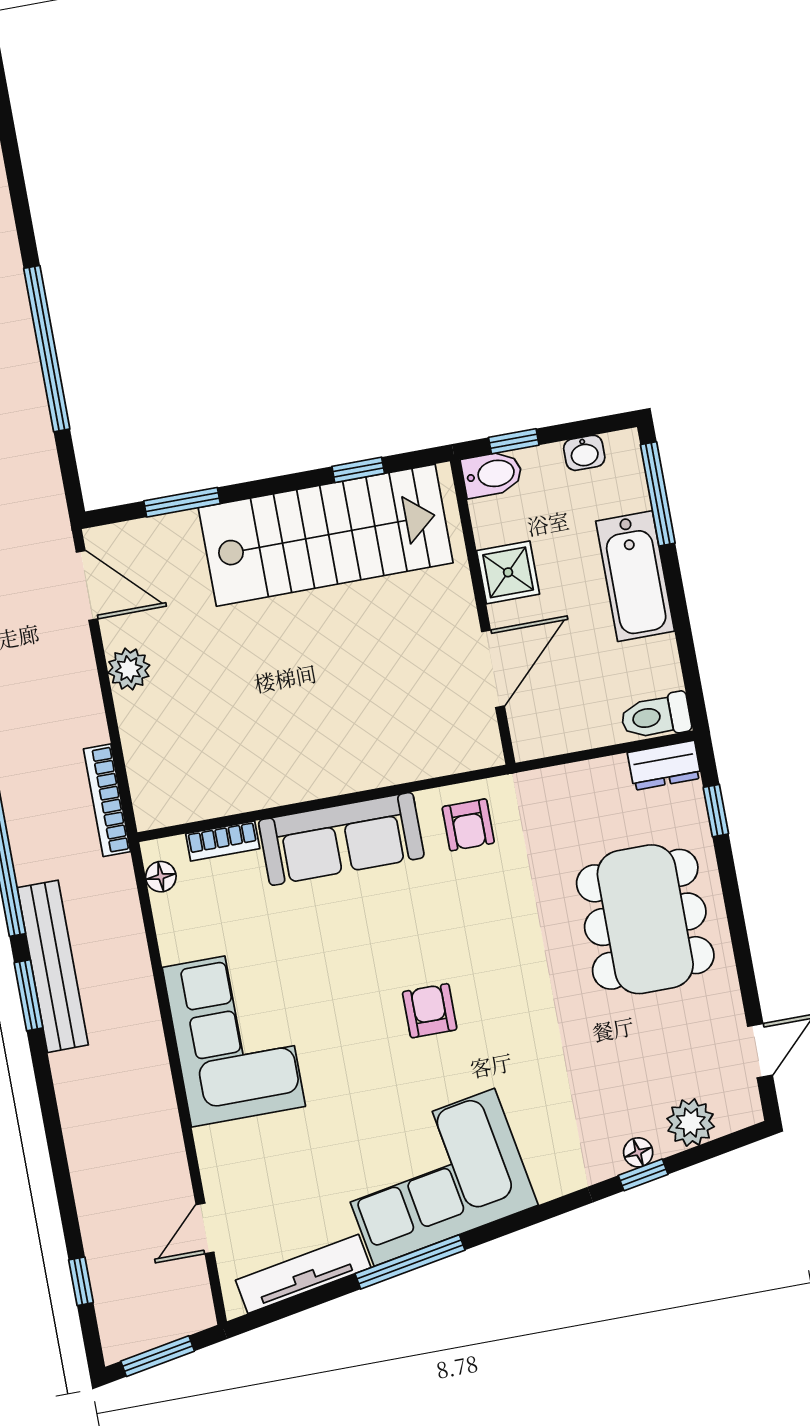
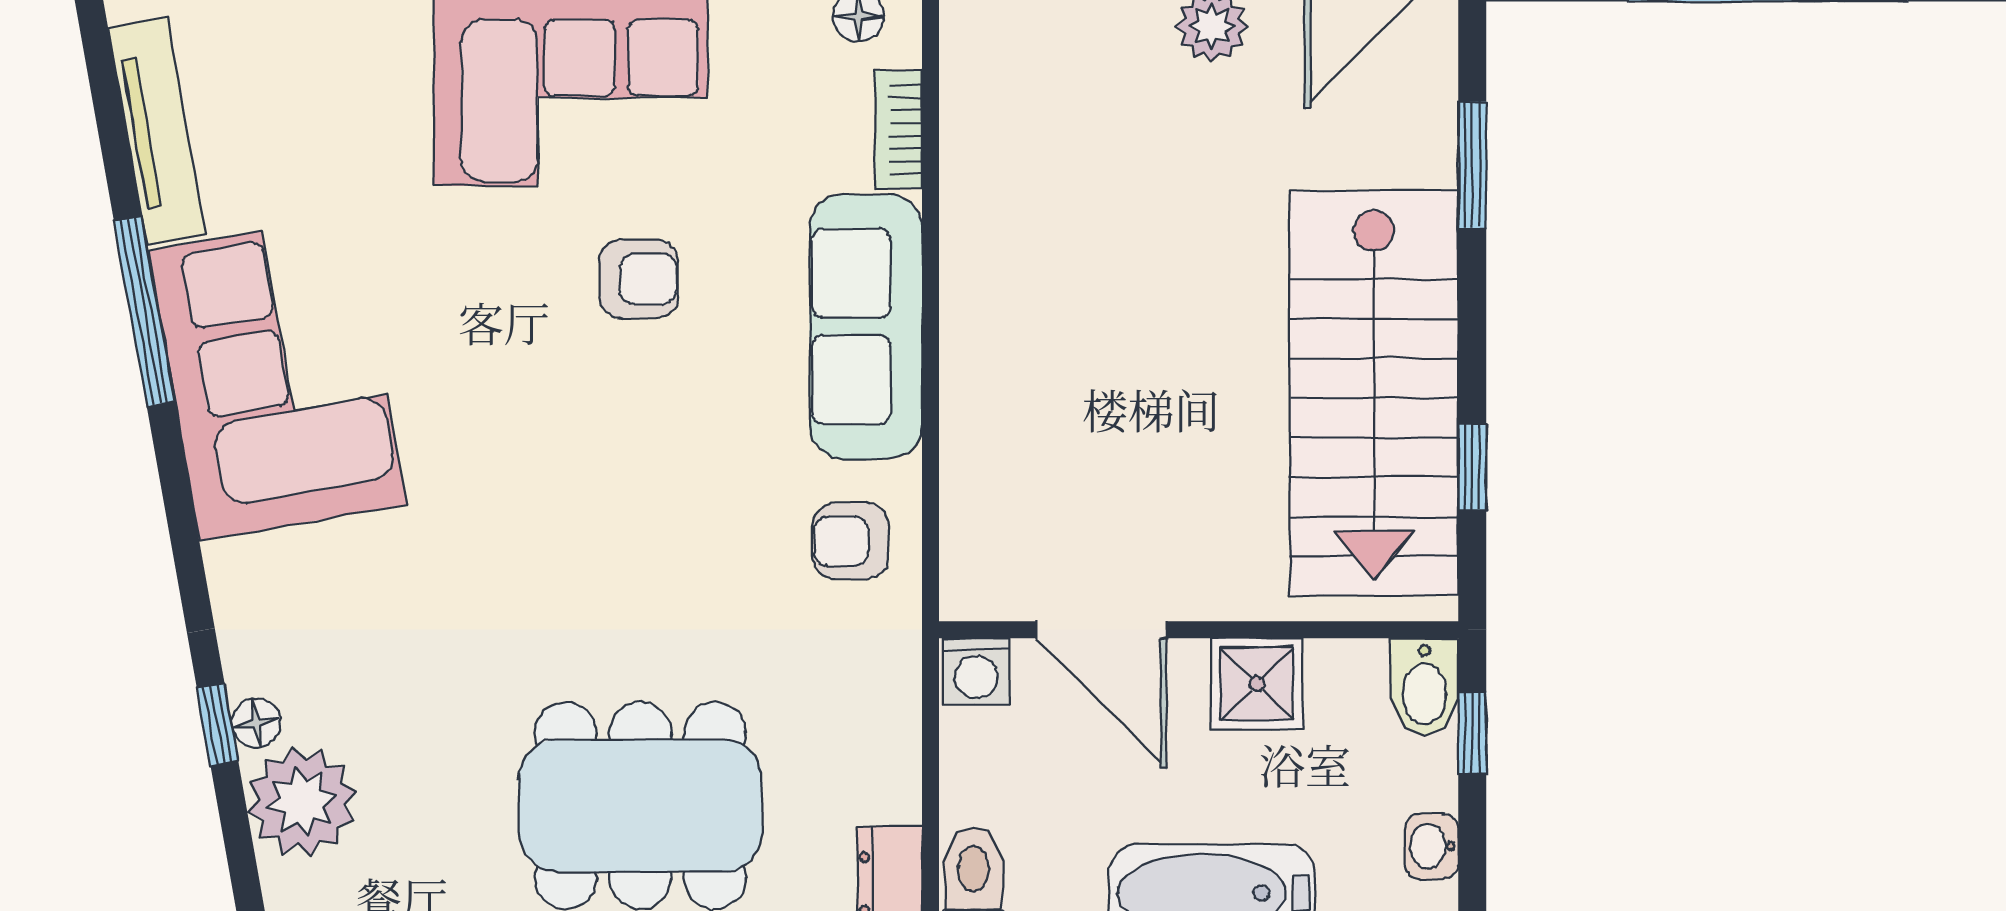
washing machine: (531, 738) -> (976, 671), added
armchair: (430, 1011) -> (639, 279), moved
plant: (691, 1123) -> (302, 802), width x1.36, depth x1.36

